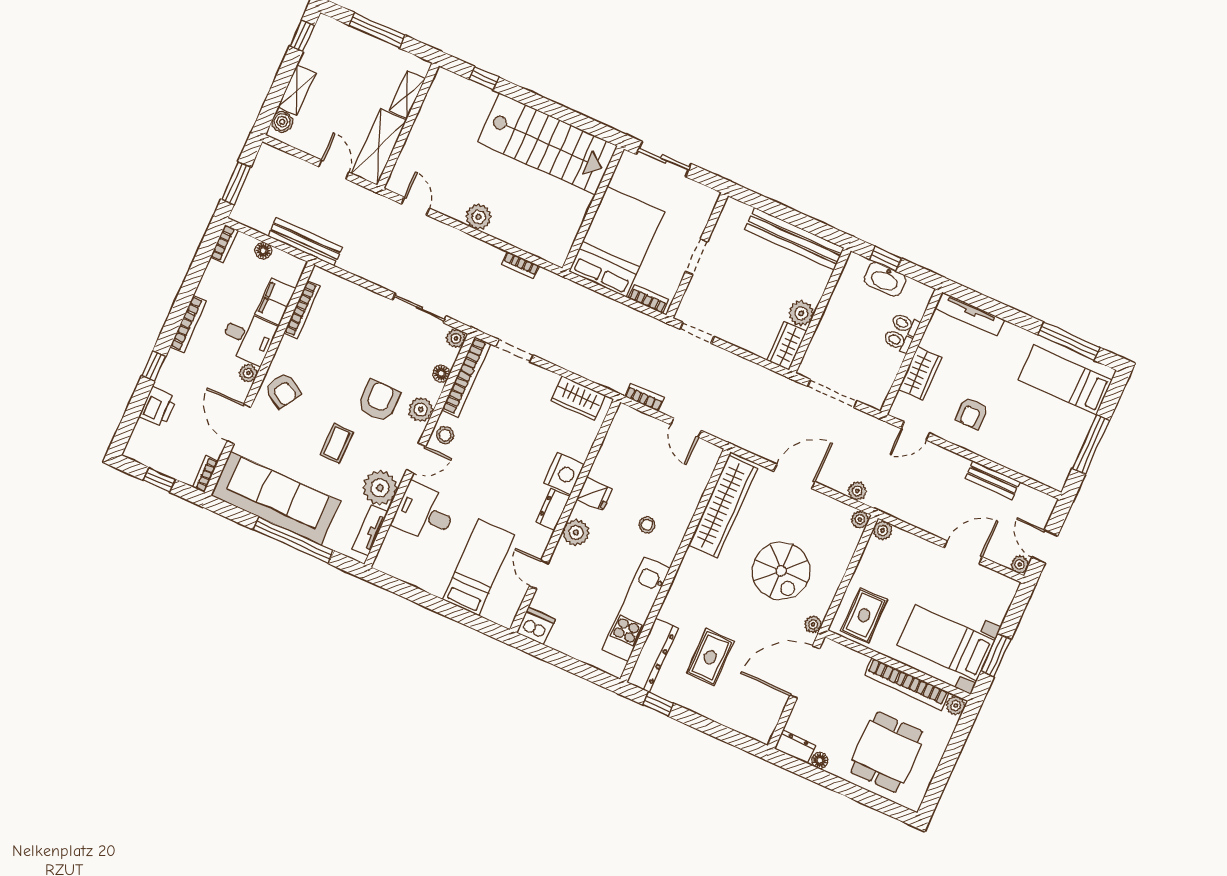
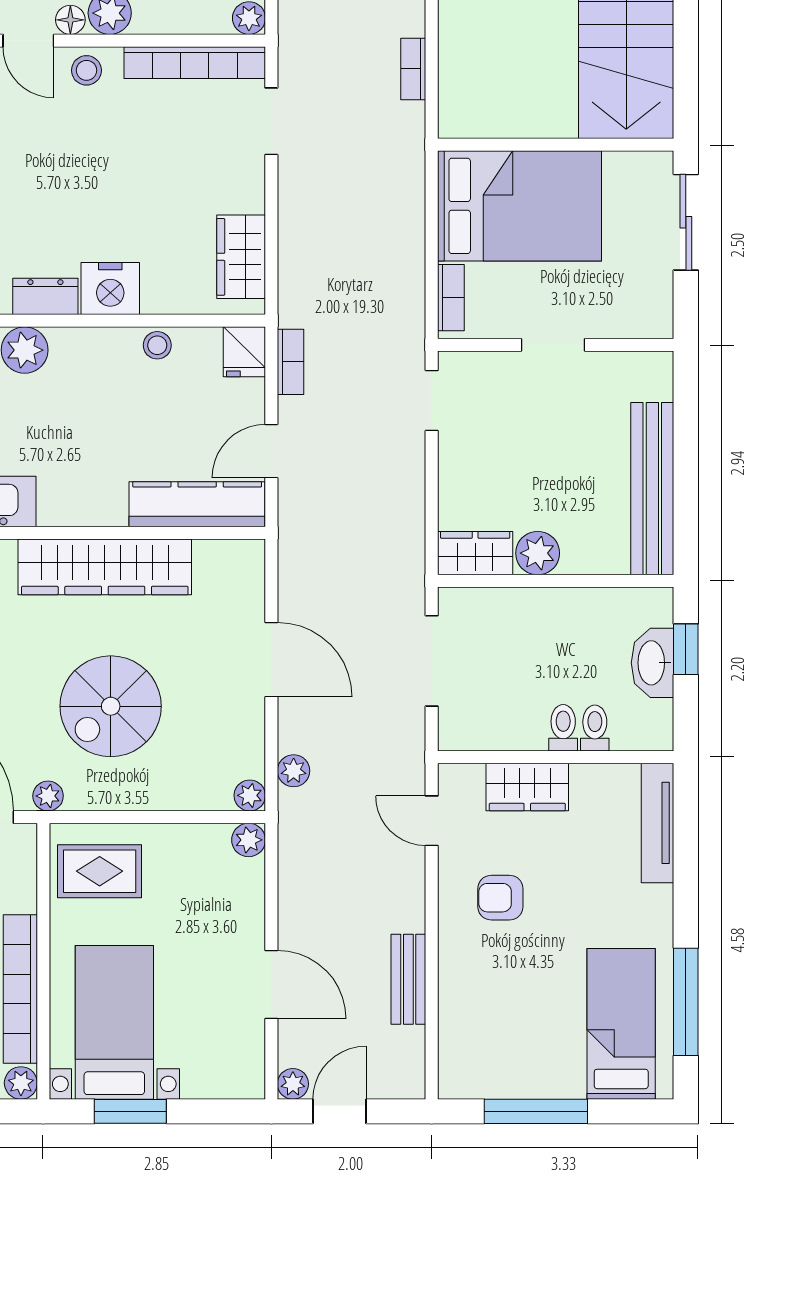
floor lamp: (441, 374) -> (70, 20), moved
kitchen counter: (696, 479) -> (197, 504), added
fridge: (594, 494) -> (244, 352), moved
wardrobe: (723, 507) -> (105, 567), moved
stool: (647, 525) -> (157, 345), moved

